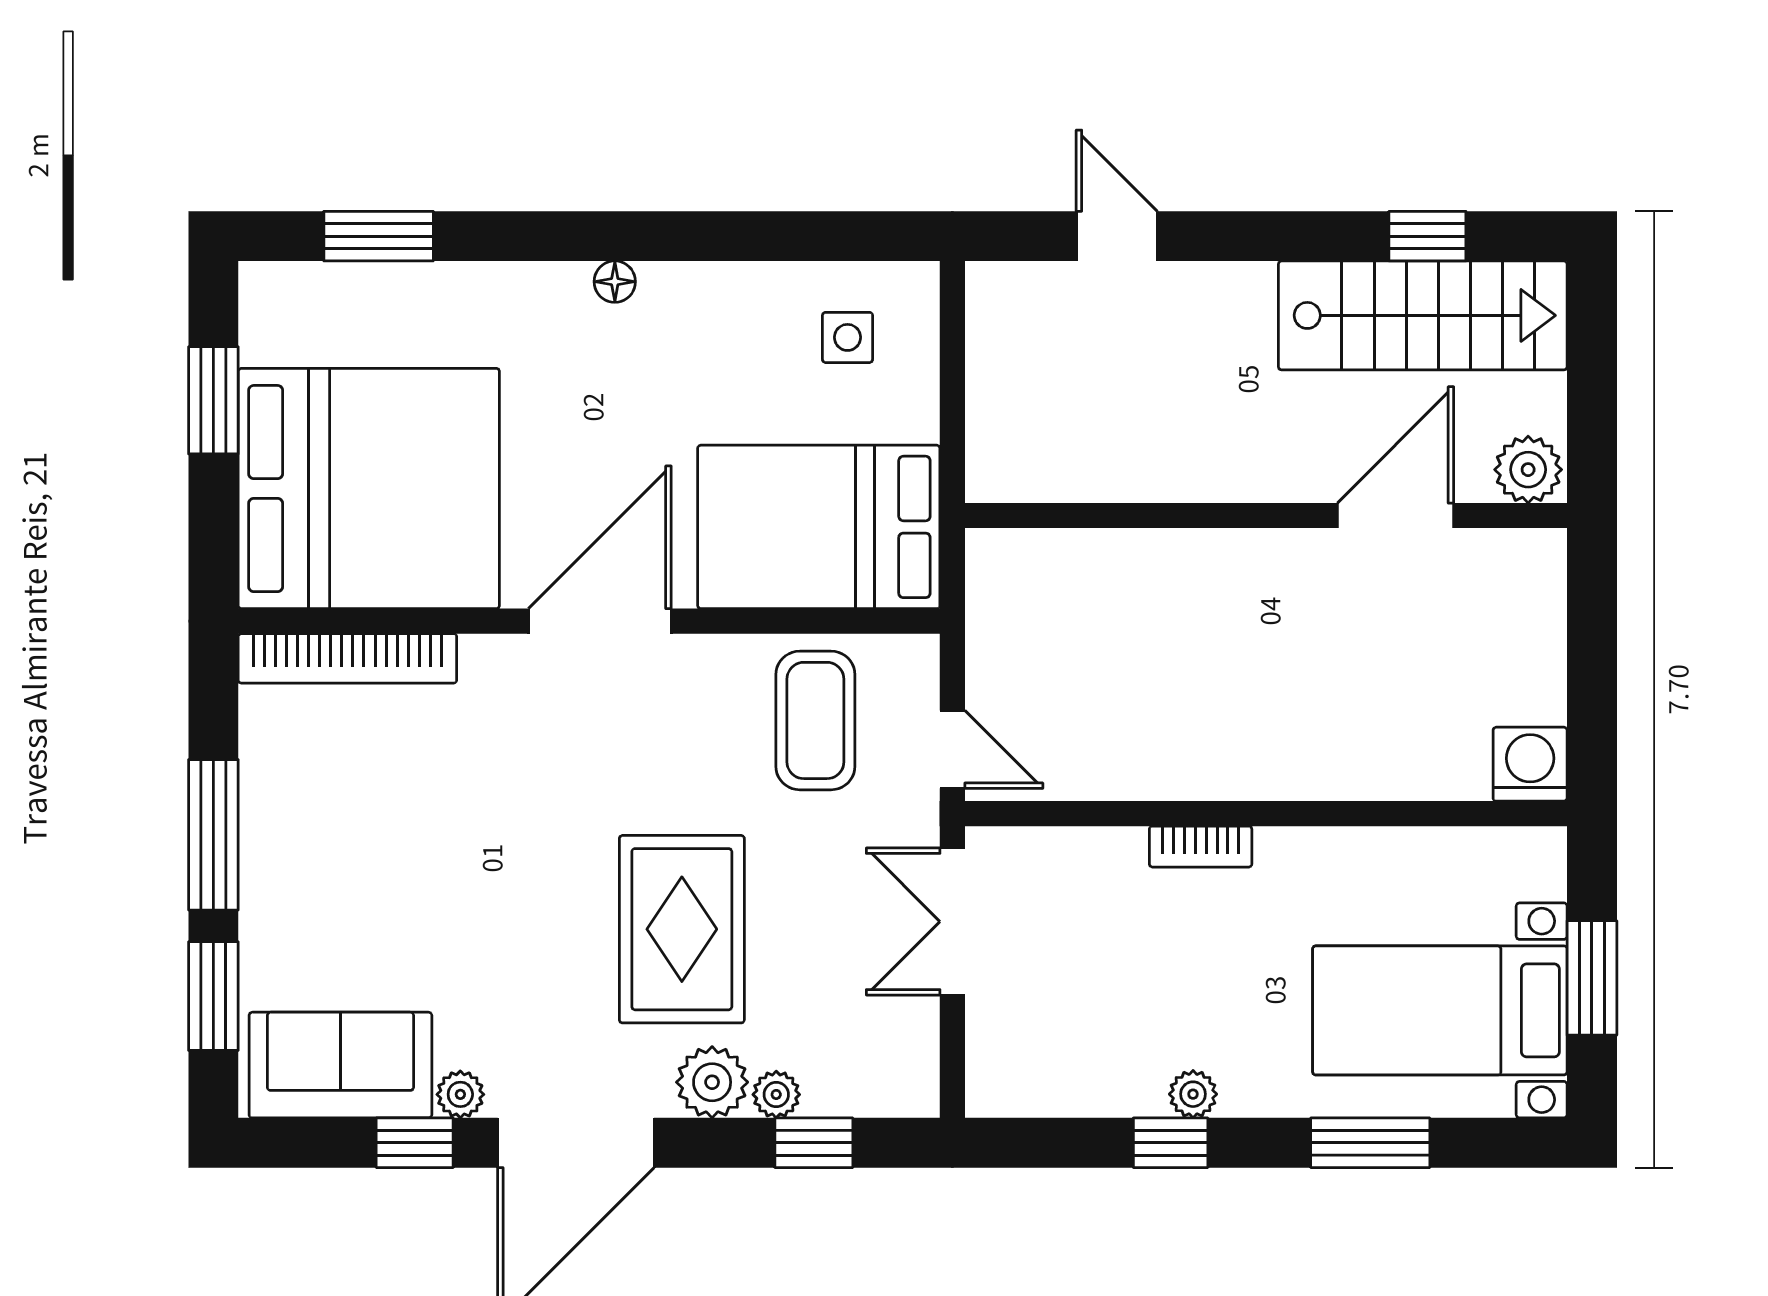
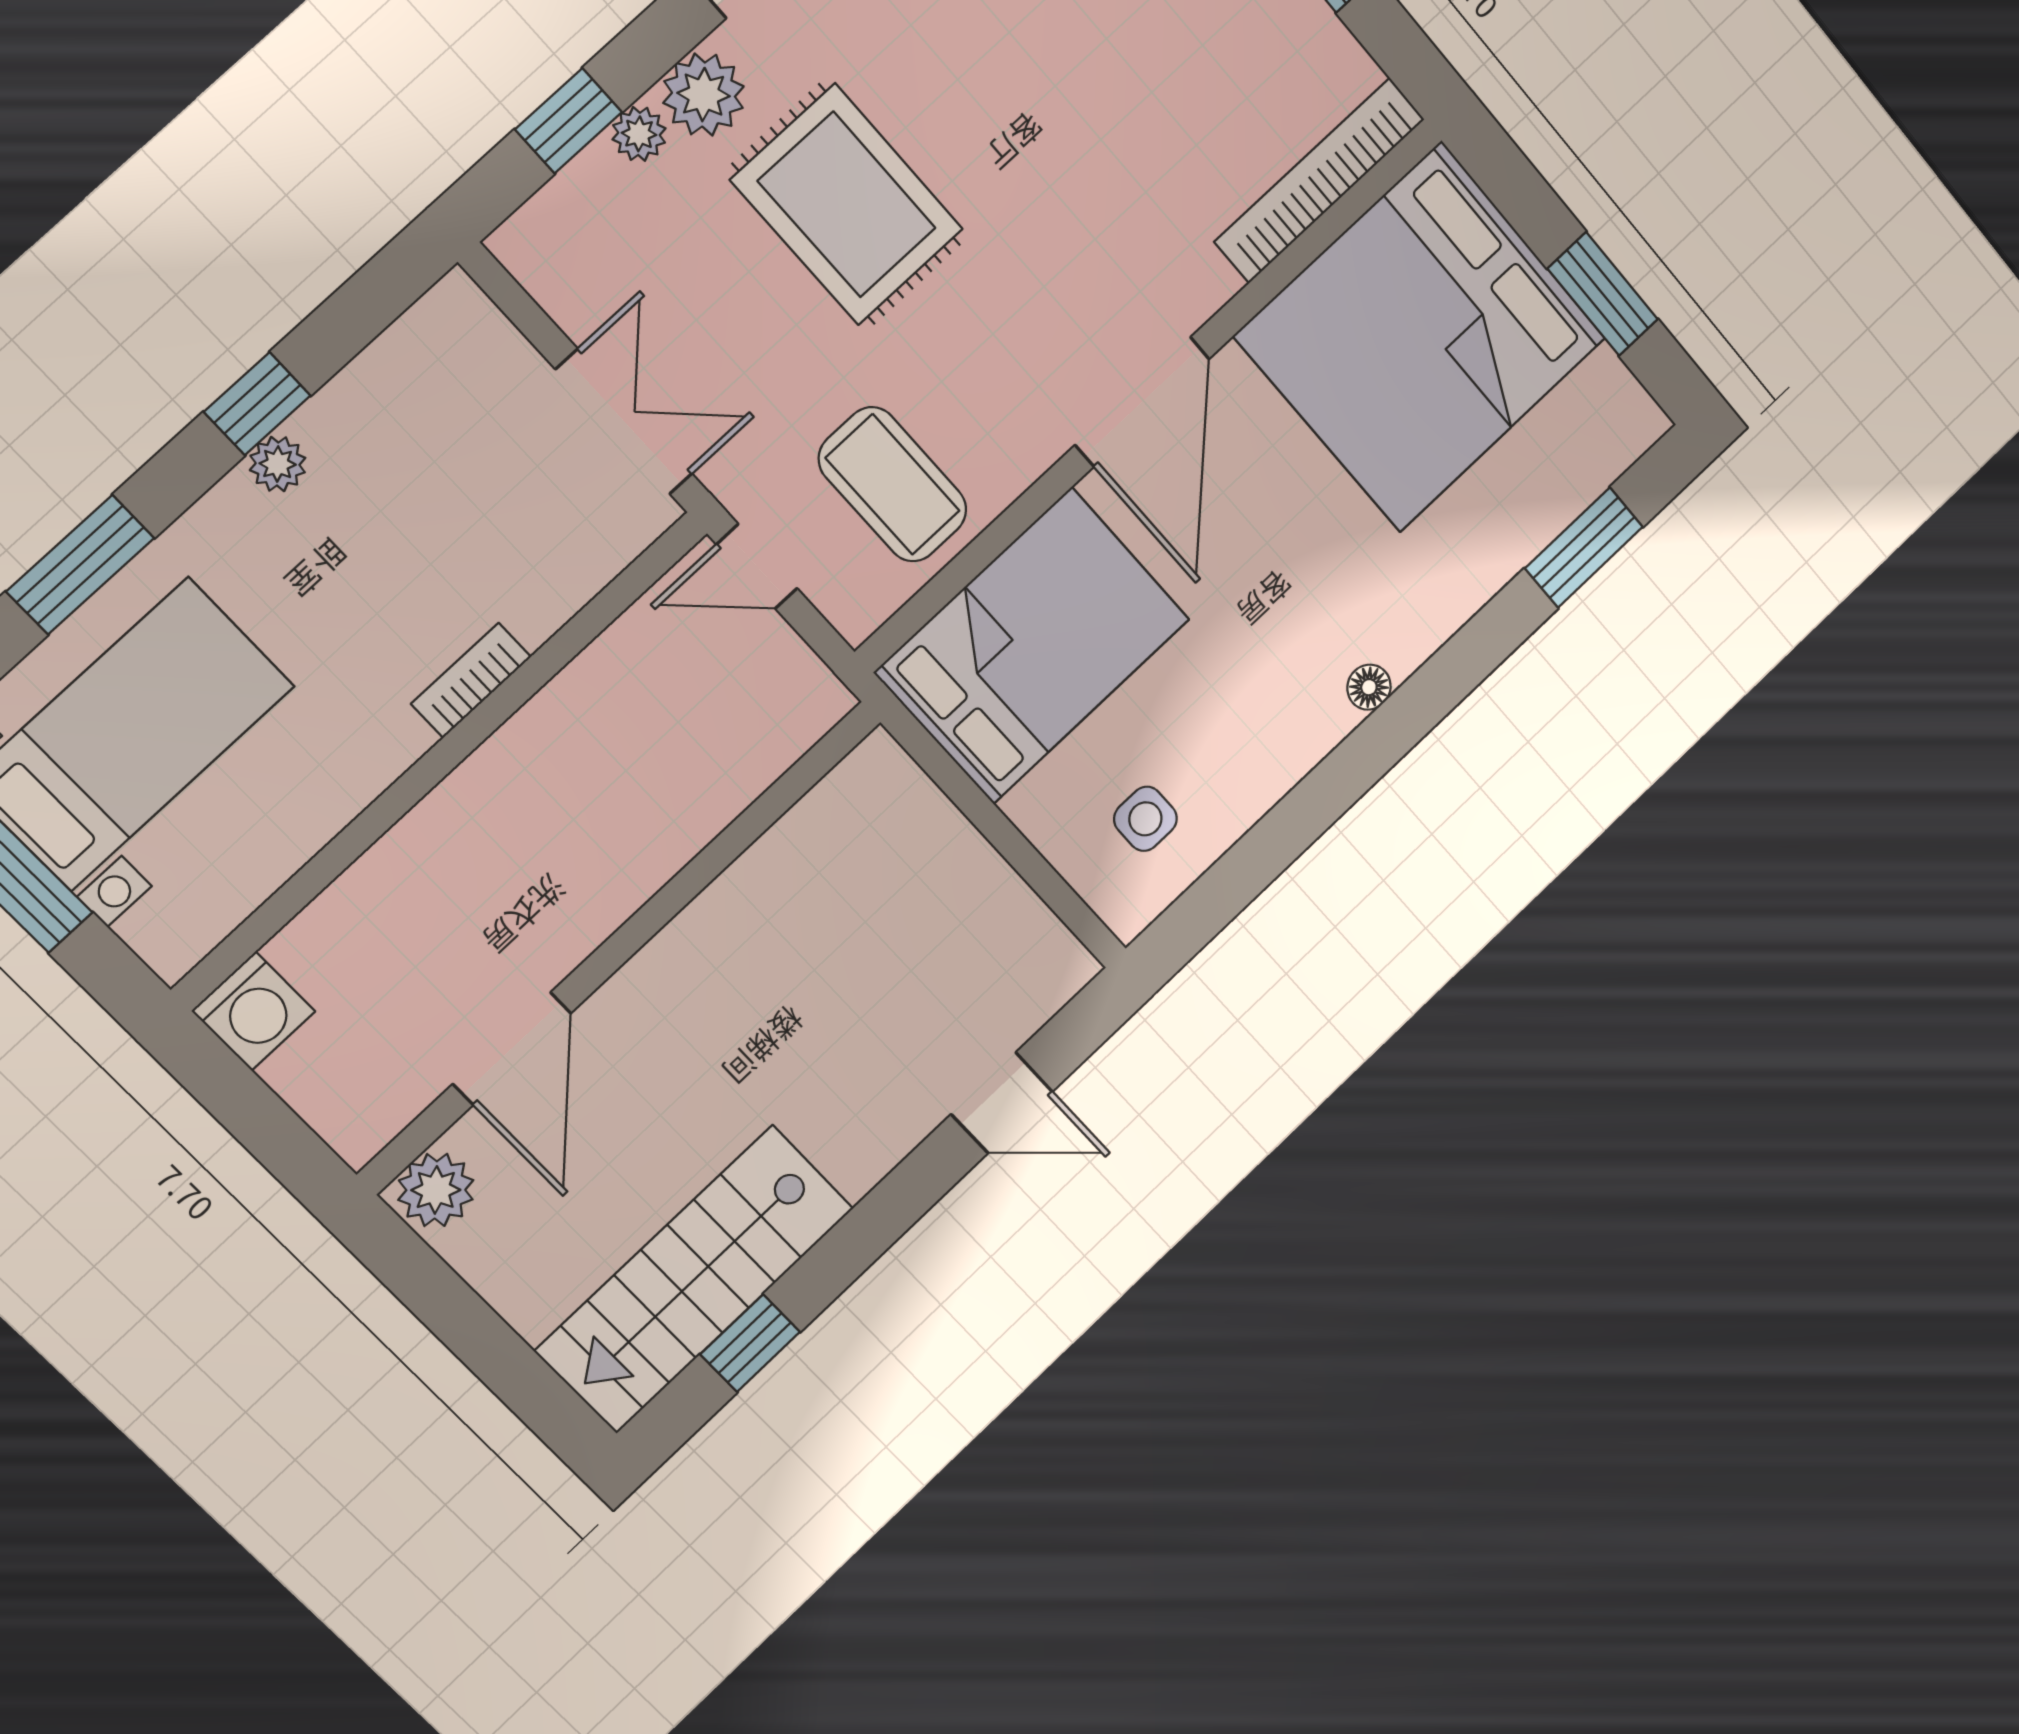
plant: (1528, 470) -> (436, 1190), moved
wall: (1266, 516) -> (621, 946), moved
door: (1396, 516) -> (512, 1049), moved

